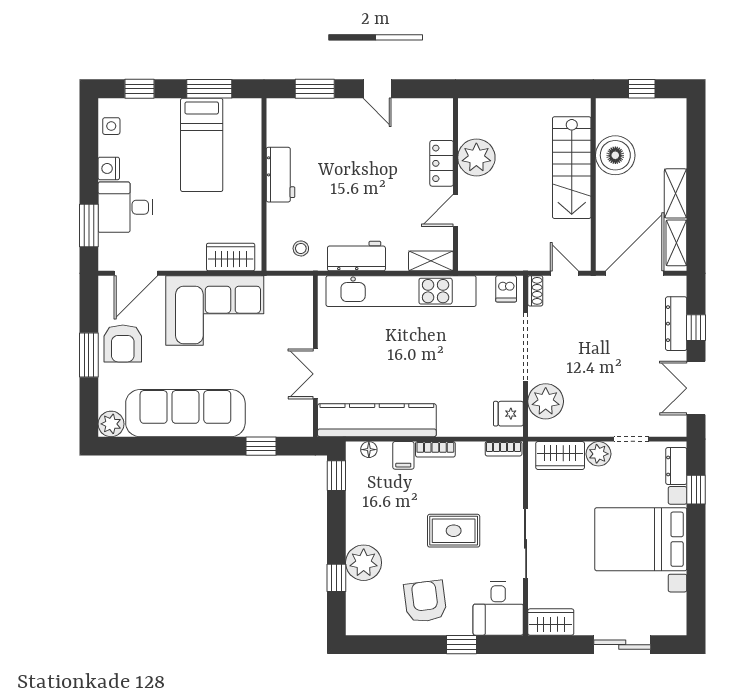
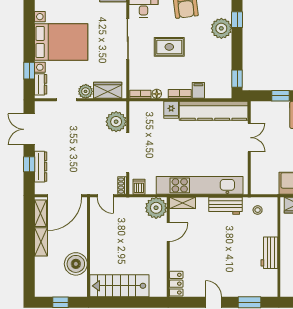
plant: (476, 158) -> (156, 208), moved
locker: (442, 163) -> (176, 284), moved
stairs: (572, 168) -> (119, 286), moved, turned -90
double door: (696, 388) -> (29, 129), swing flipped
fridge: (508, 414) -> (171, 110), moved, turned 90
floor lamp: (369, 450) -> (157, 94), moved

